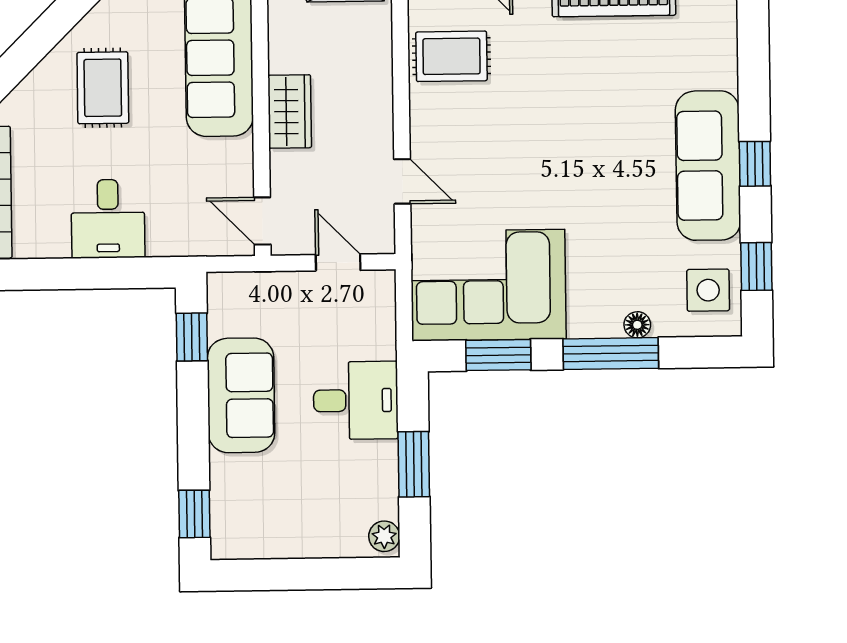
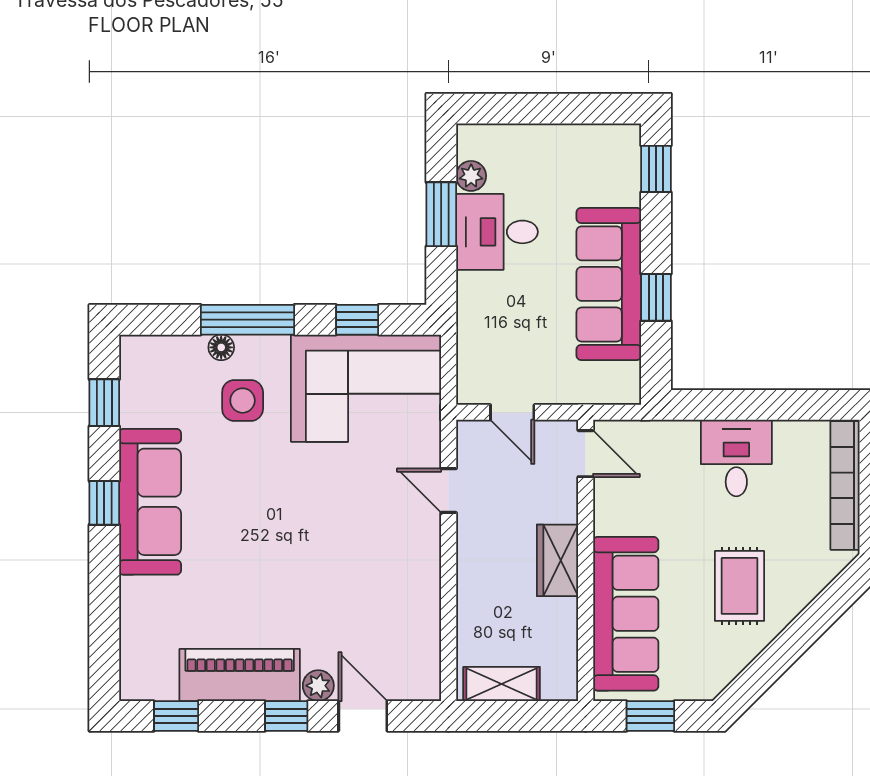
rug: (451, 56) -> (399, 612), removed
side table: (708, 290) -> (243, 401), moved
window: (192, 337) -> (656, 297), moved
window: (498, 355) -> (357, 320), width x0.67
sofa: (241, 395) -> (609, 284), width x1.36
desk: (356, 400) -> (497, 232), moved
plant: (384, 536) -> (471, 176), moved

